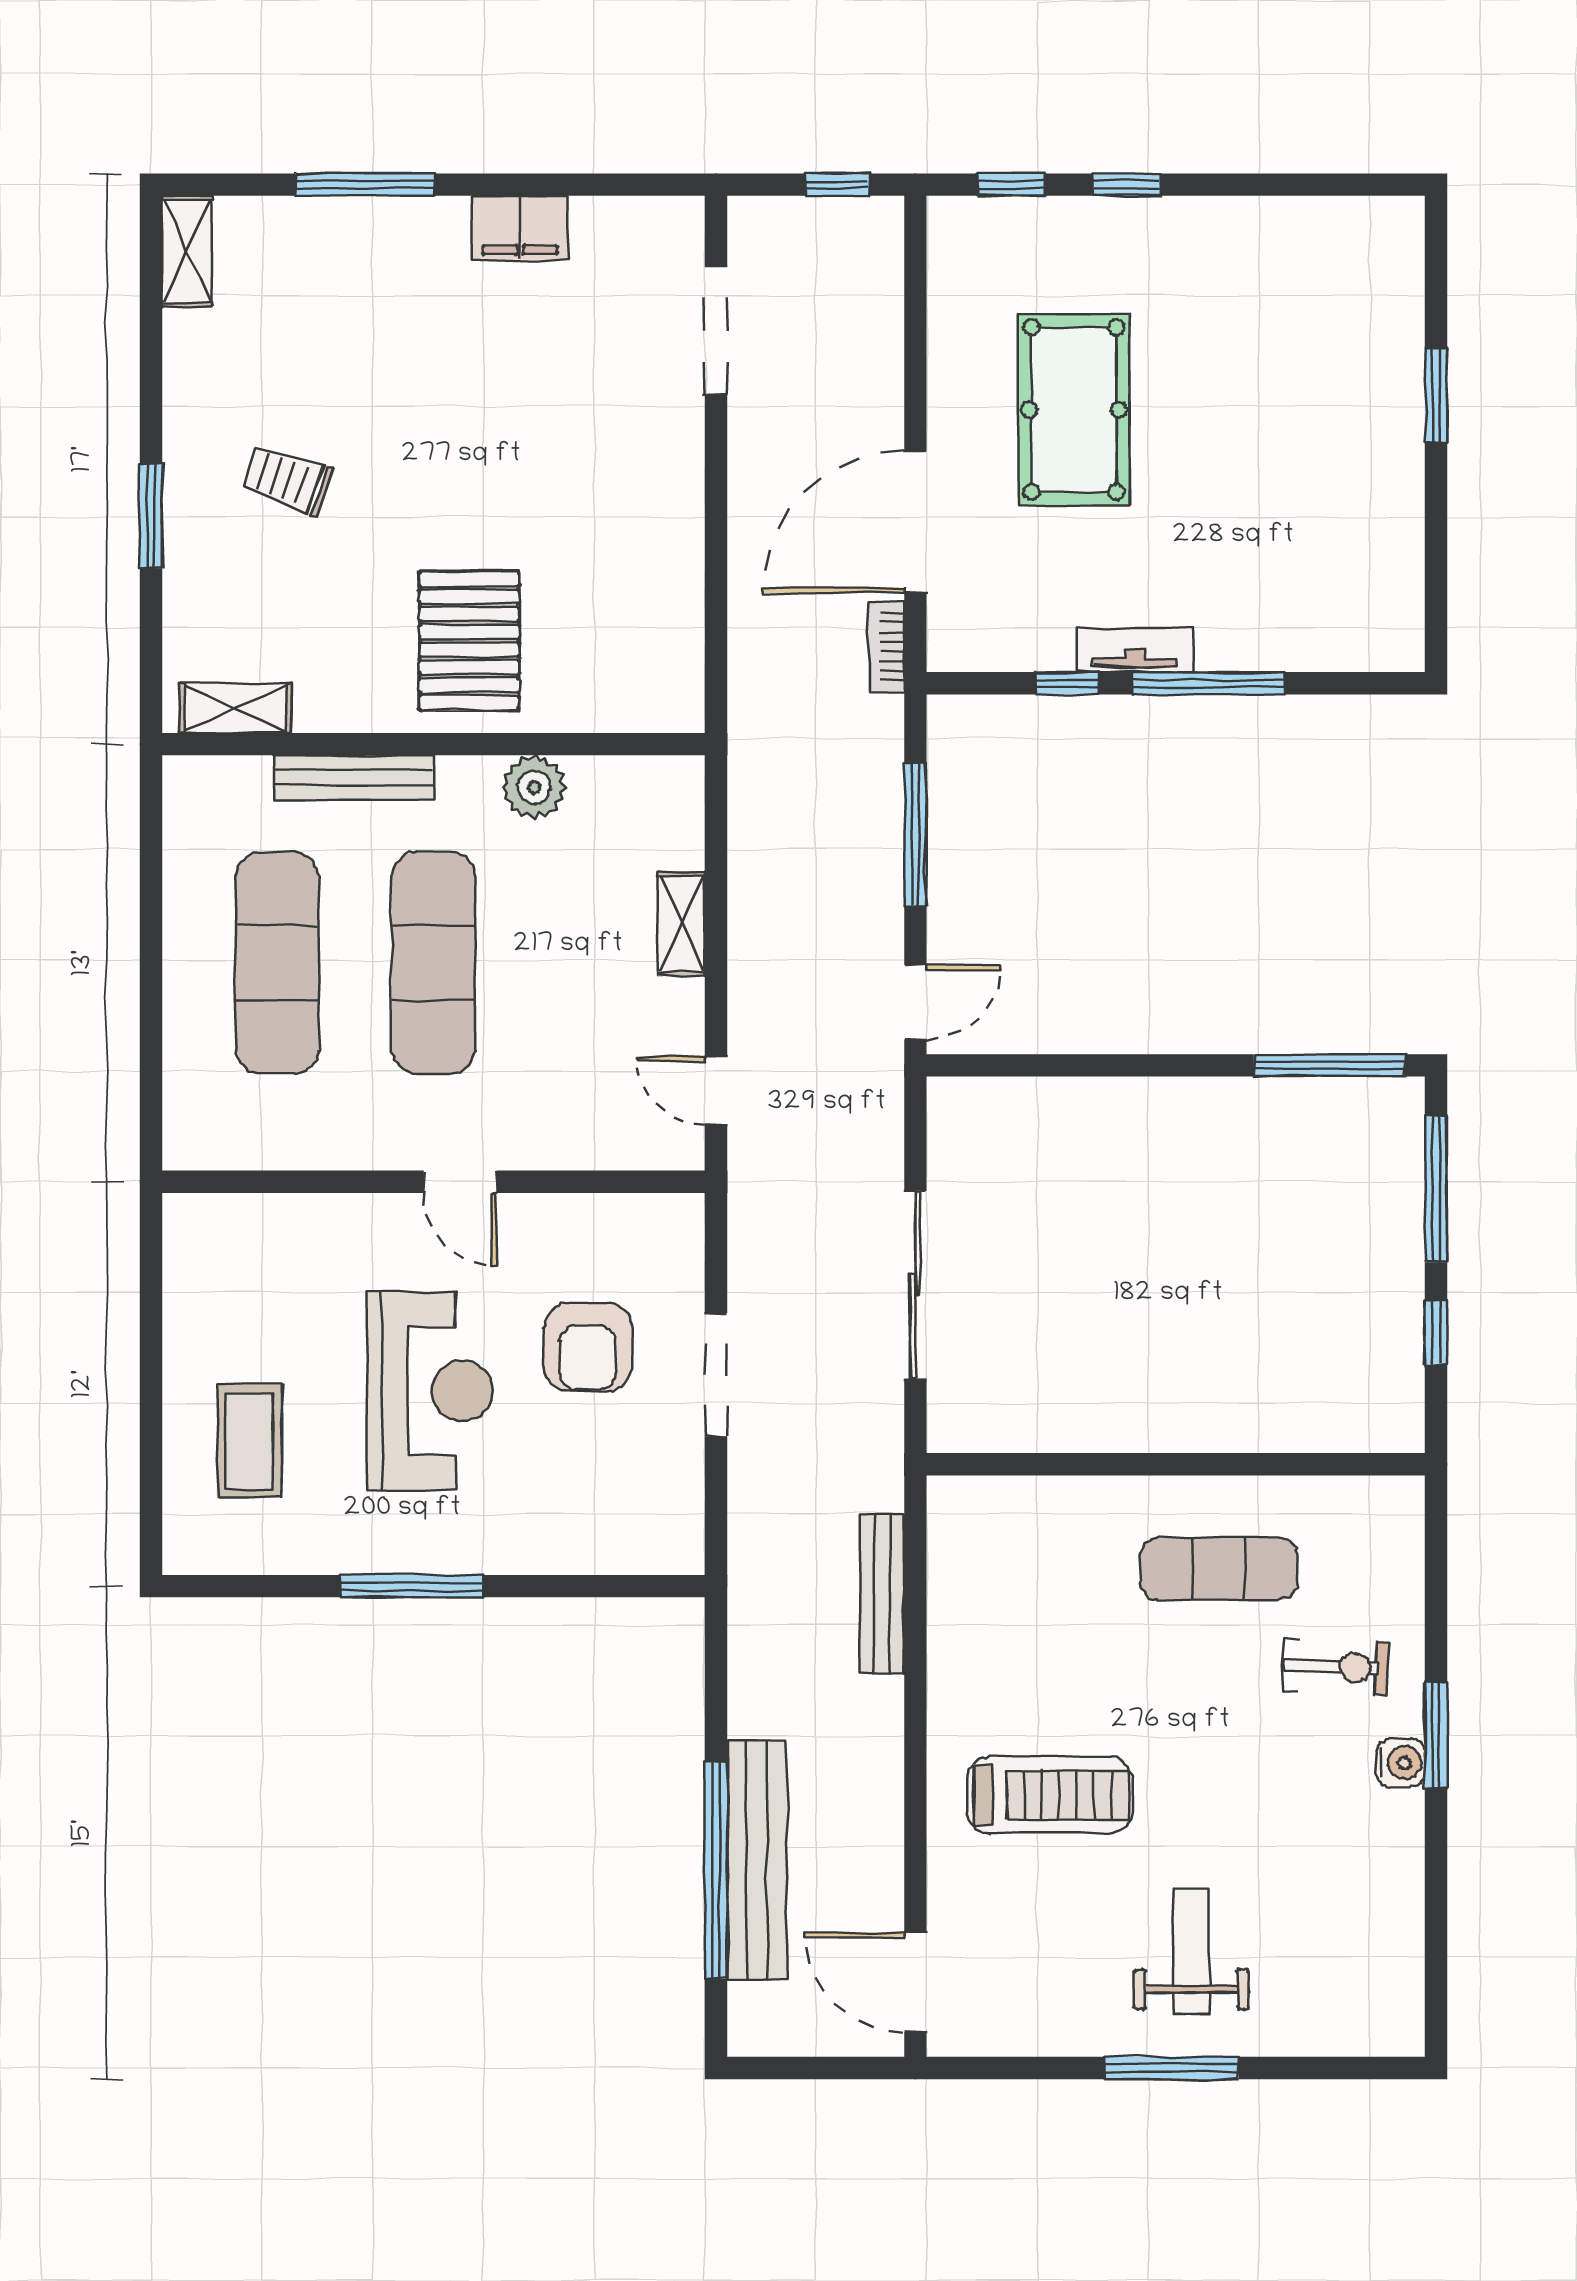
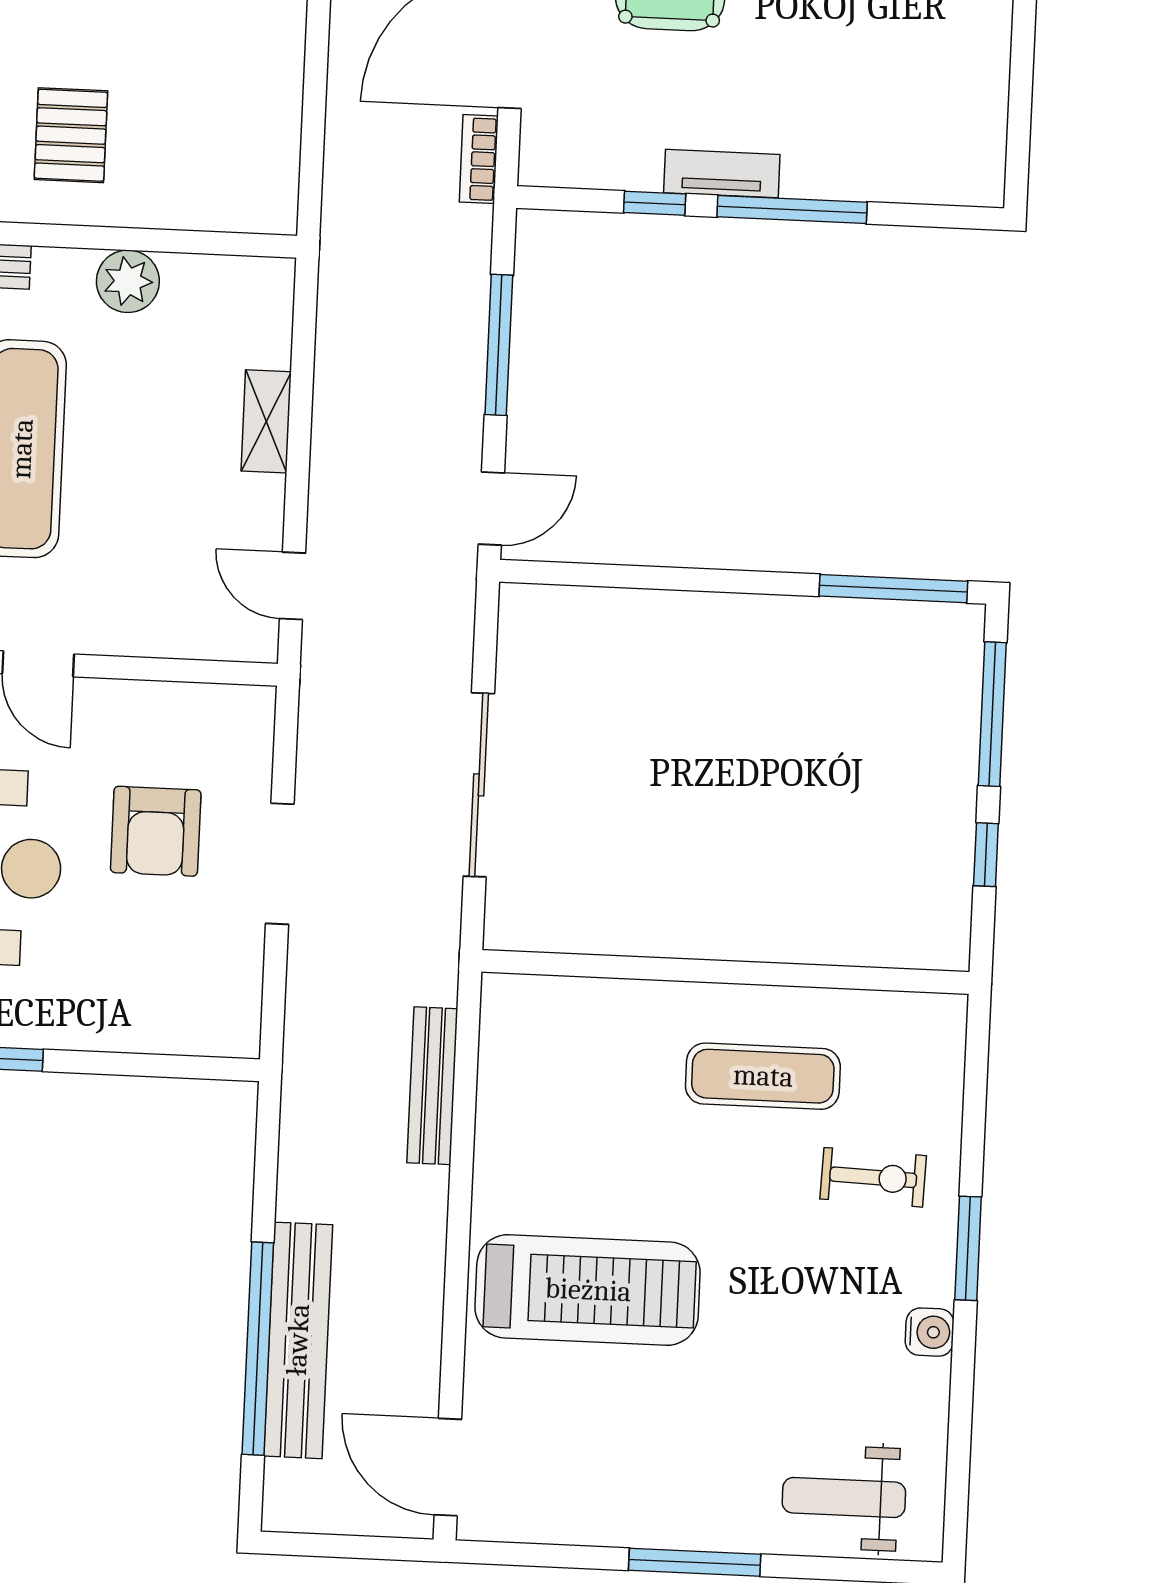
pallet: (469, 641) -> (71, 135), width x0.67, depth x0.71
water cooler: (1401, 1763) -> (930, 1332), moved
treadmill: (1050, 1795) -> (588, 1290), width x1.37, depth x1.38
weight bench: (1191, 1952) -> (844, 1498), moved, turned -90

